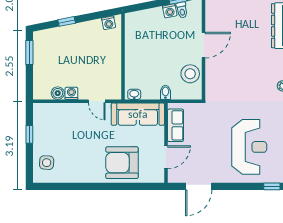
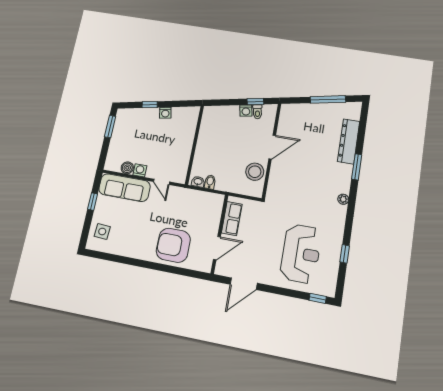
washing machine: (109, 23) -> (165, 113), moved
bidet: (165, 92) -> (210, 182), moved
sofa: (138, 114) -> (124, 188), moved

